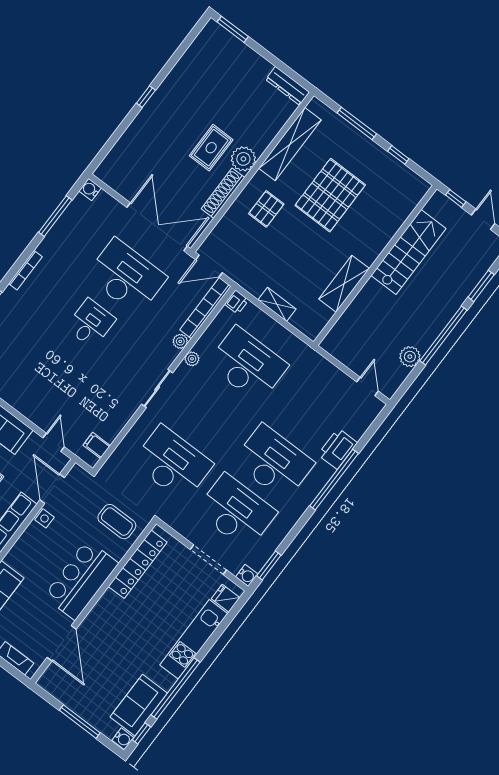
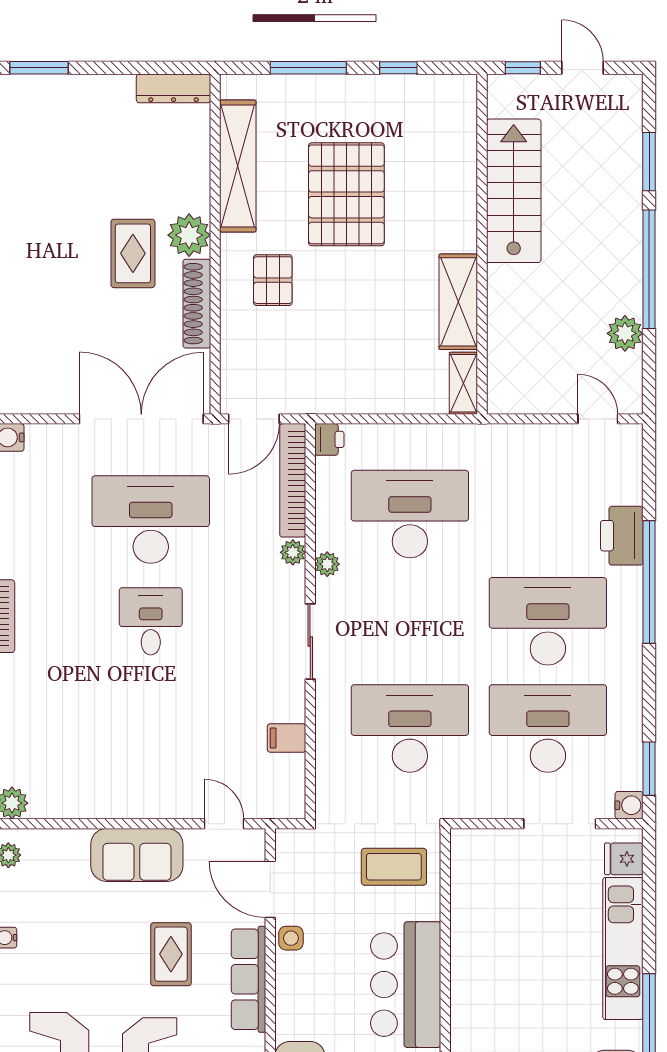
shelving: (277, 304) -> (463, 383), moved, turned 90
filing cabinet: (97, 445) -> (287, 738), moved
locker: (138, 564) -> (467, 904), removed

